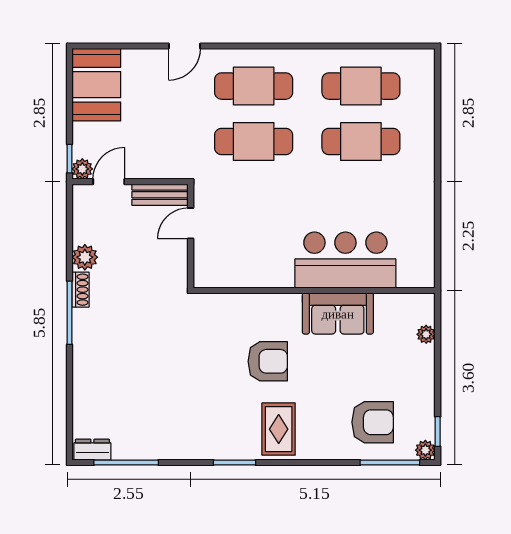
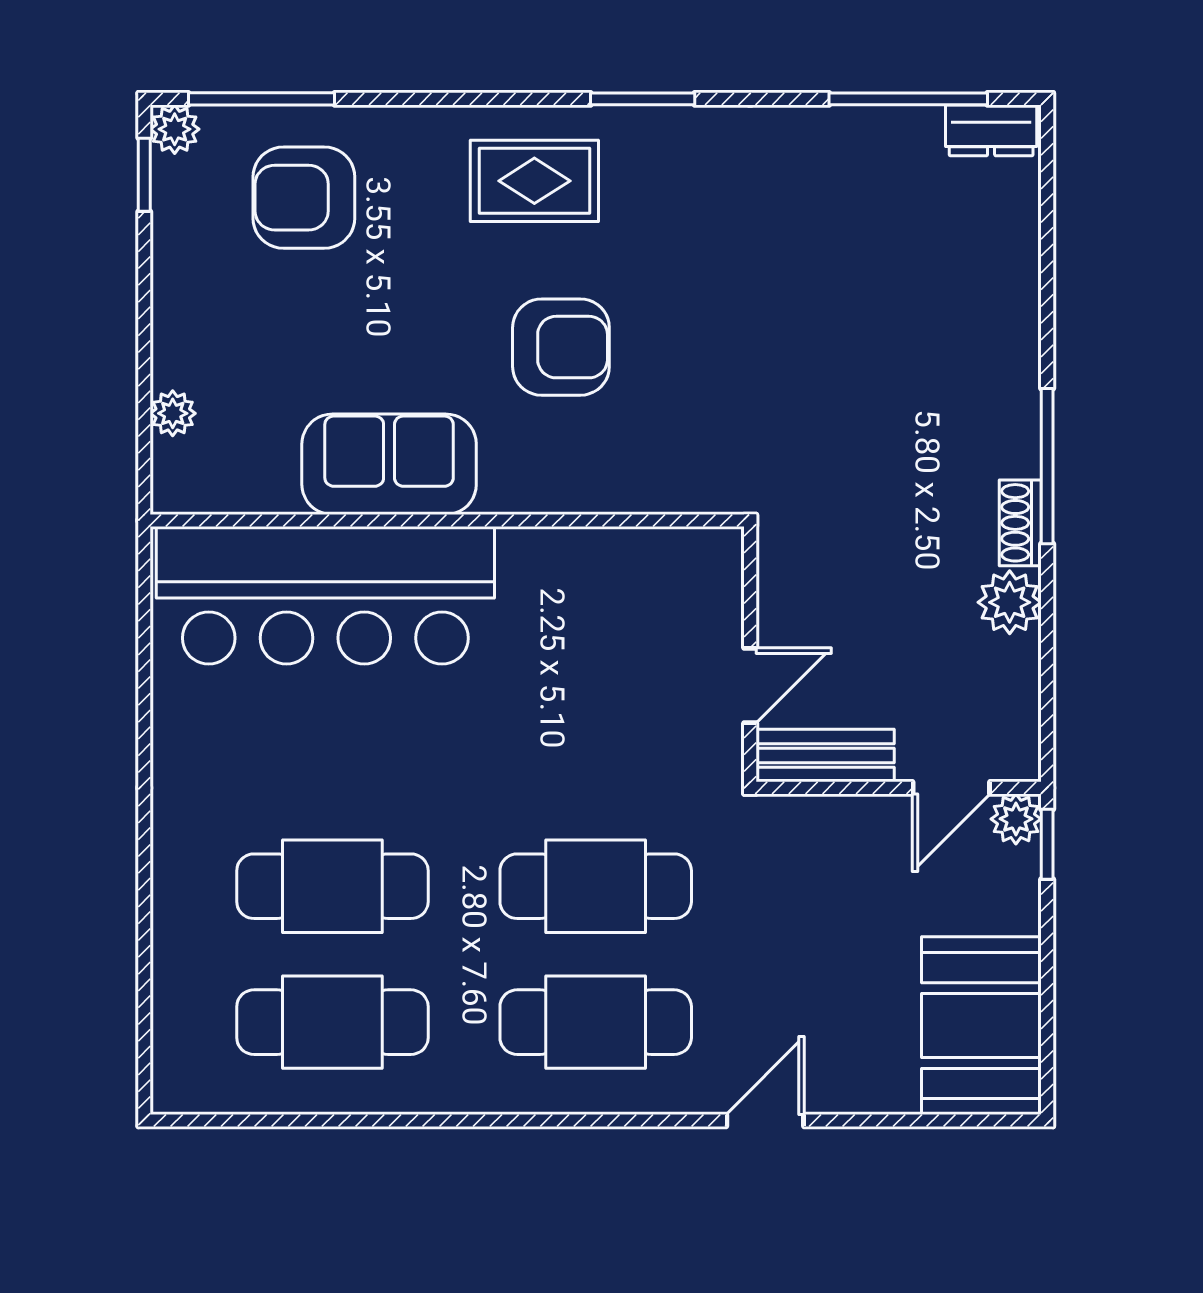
bar counter: (345, 260) -> (325, 595), width x1.36
armchair: (268, 361) -> (561, 347), turned 180
rug: (279, 429) -> (534, 181), turned 90

